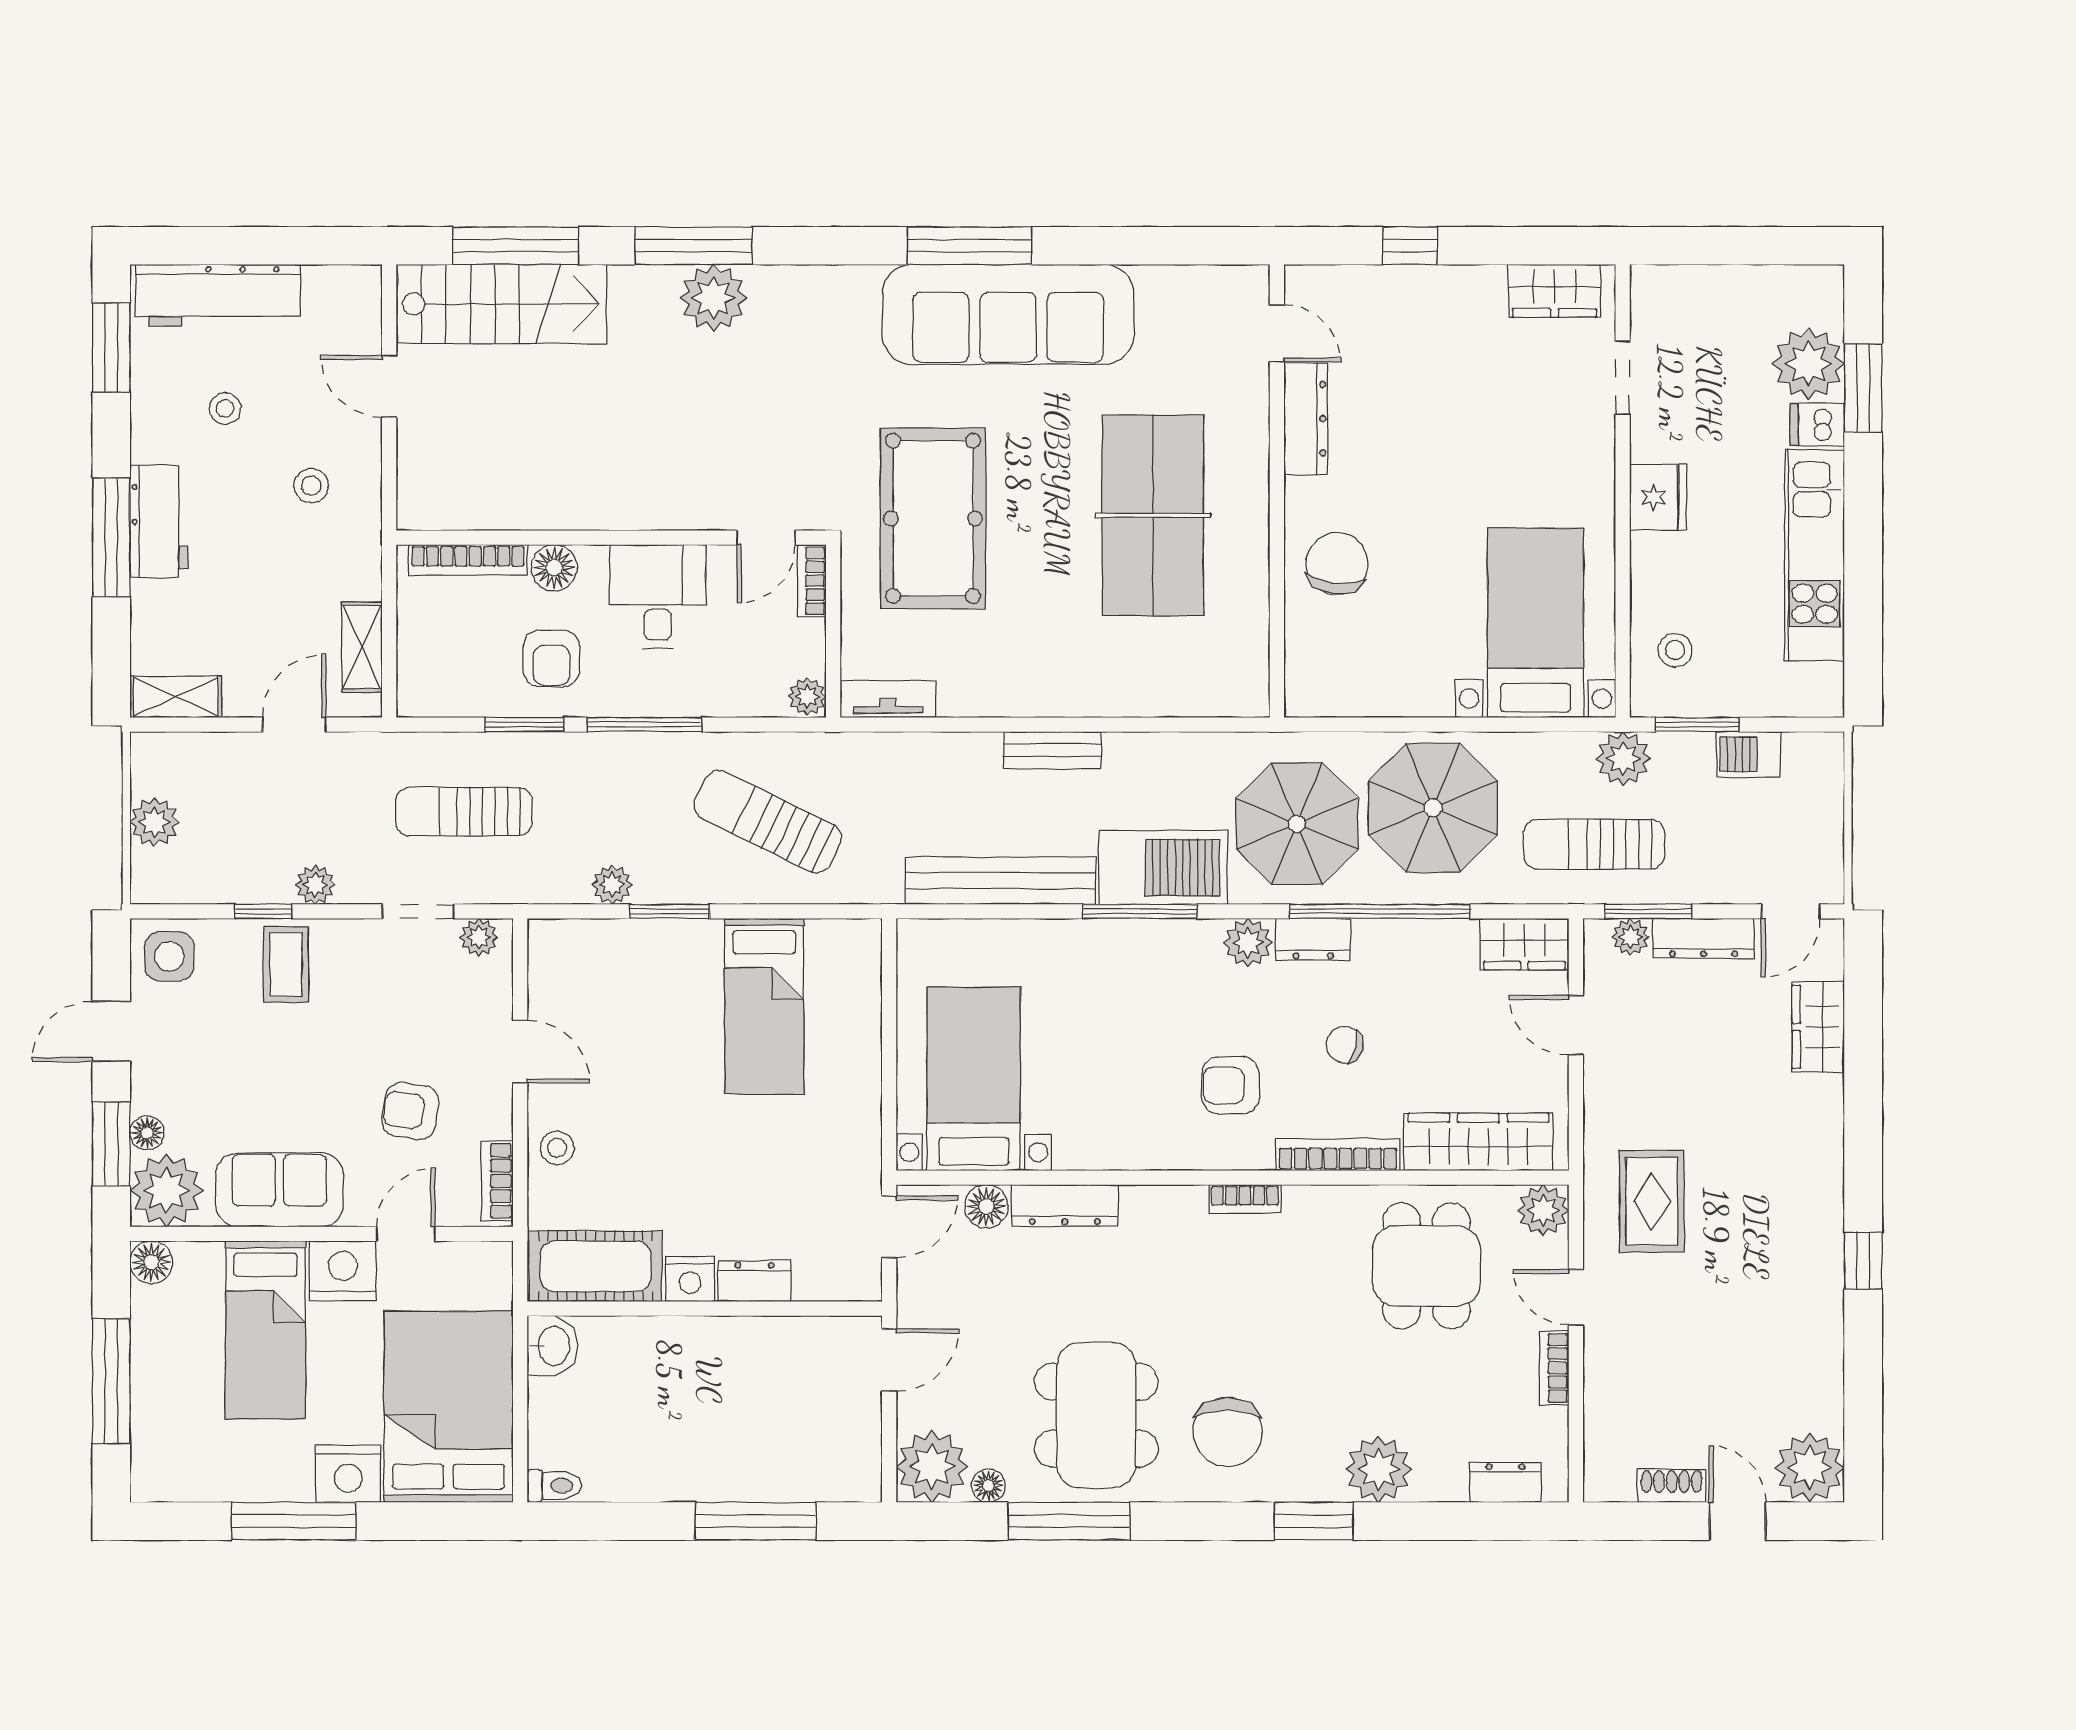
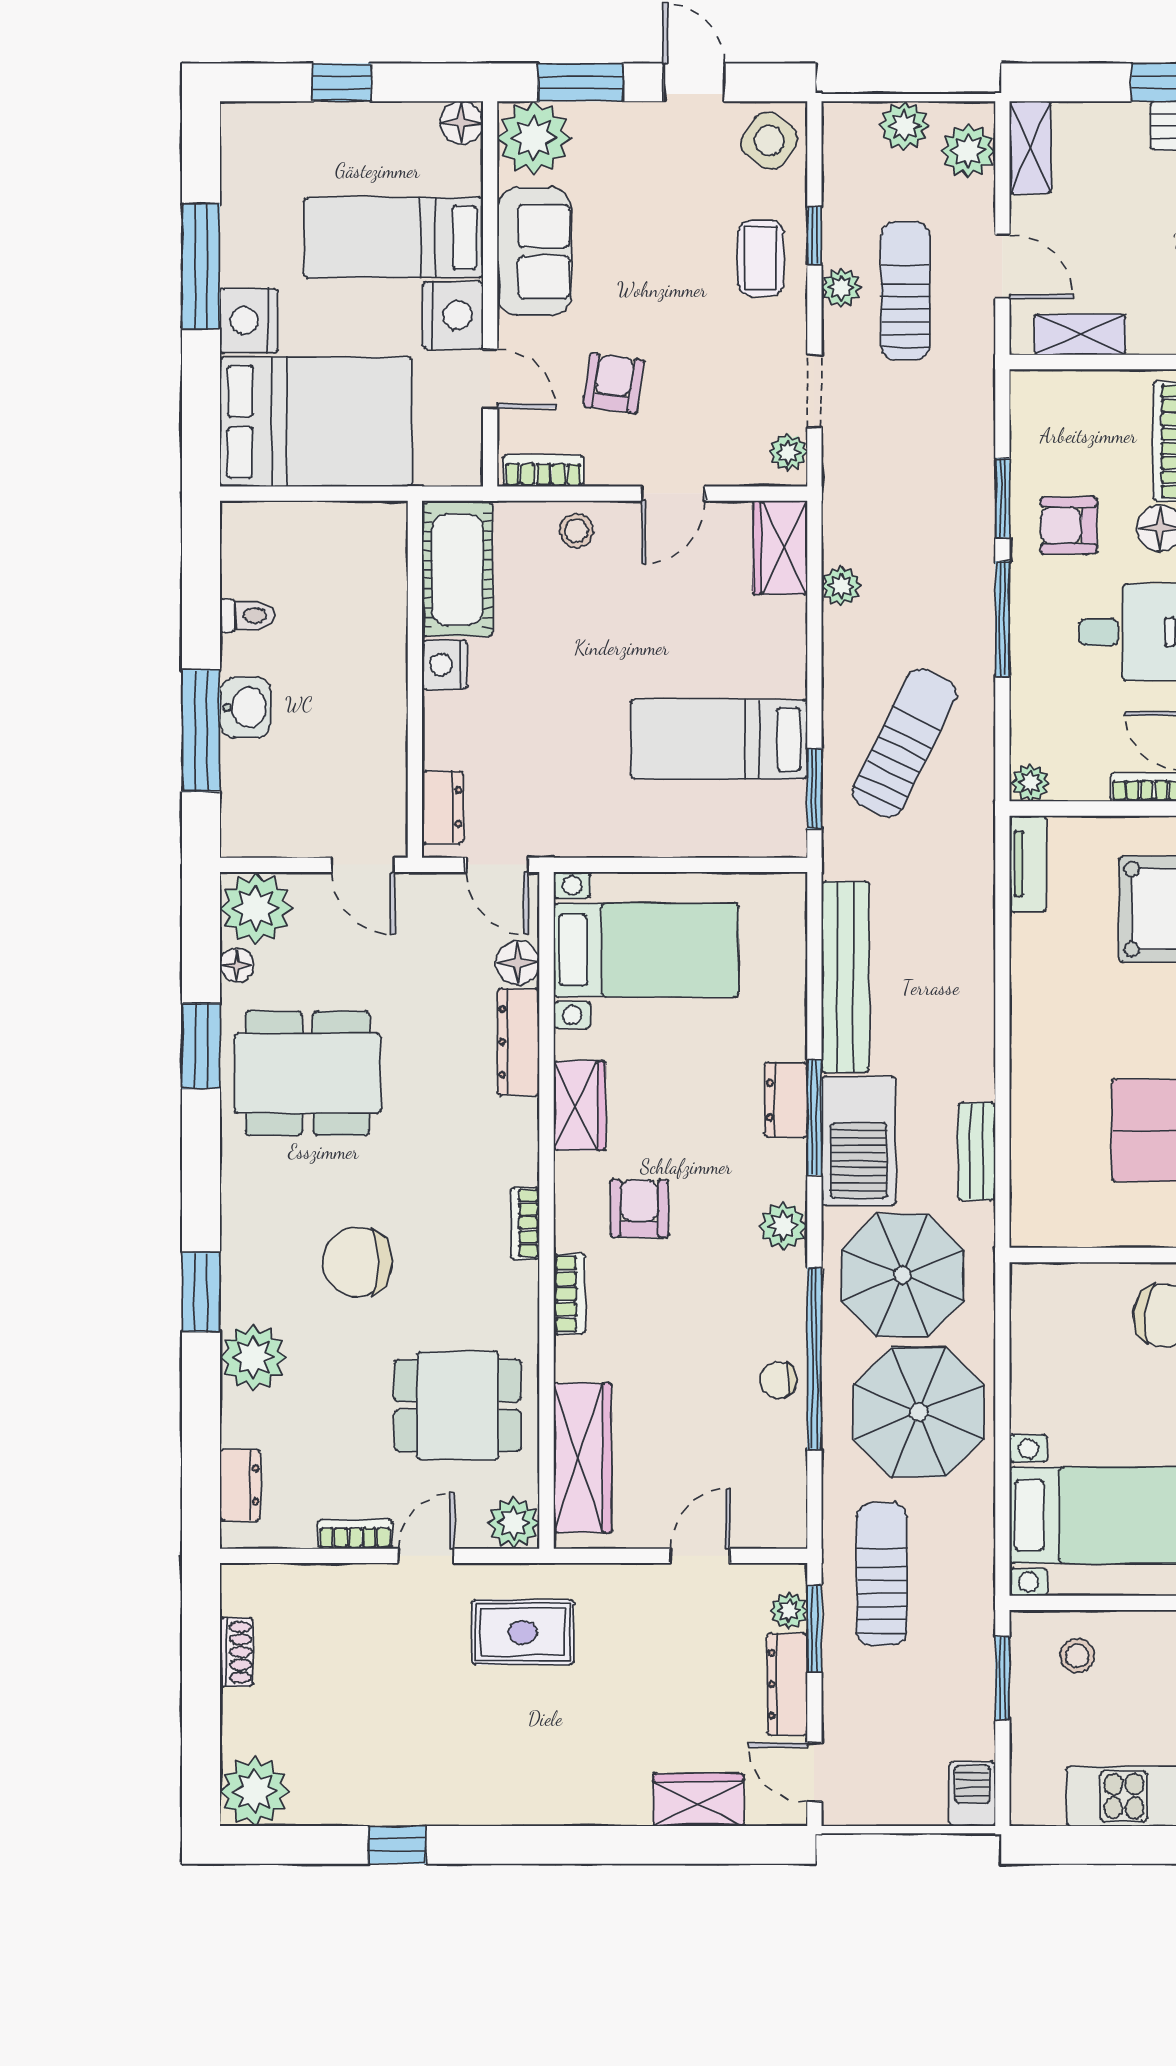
bench: (1052, 750) -> (977, 1151), moved
barbecue: (1748, 754) -> (972, 1794), moved
plant: (1623, 759) -> (968, 151), moved
sun lounger: (464, 812) -> (906, 291), moved
window: (670, 911) -> (814, 789), moved
dresser: (1313, 939) -> (786, 1100), moved
wardrobe: (1524, 944) -> (579, 1106), moved, turned 180
wardrobe: (574, 945) -> (780, 548), added
side table: (169, 956) -> (769, 141), turned 35
coffee table: (286, 965) -> (761, 258), turned 90
chair: (1344, 1045) -> (779, 1380), moved, turned -104
floor lamp: (147, 1133) -> (591, 118), removed
bookcase: (1338, 1155) -> (570, 1294), width x0.64
window: (1863, 1261) -> (397, 1845), moved
dresser: (755, 1281) -> (442, 807), moved
washbasin: (553, 1346) -> (245, 707), moved, turned -90
window: (111, 1381) -> (342, 82), width x0.46
chair: (1228, 1432) -> (357, 1262), moved
toilet: (554, 1486) -> (247, 616), moved, turned -90
window: (1069, 1521) -> (201, 1046), width x0.69
door: (1738, 1521) -> (201, 1719), removed

